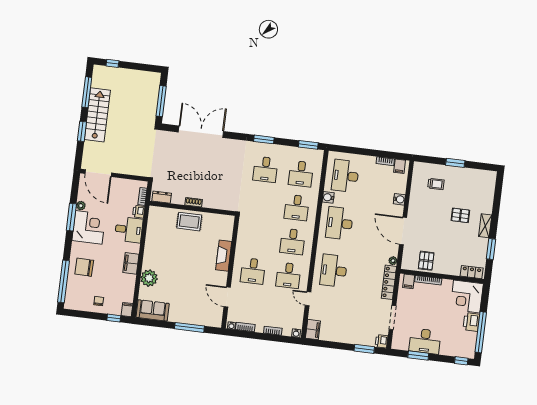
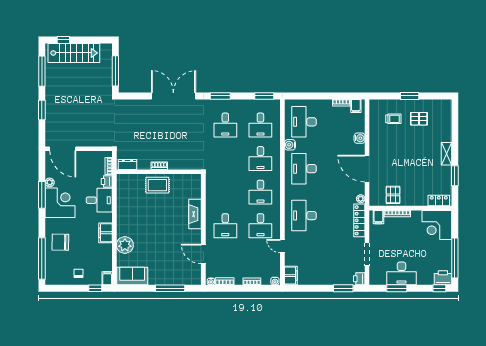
stairs: (97, 115) -> (74, 53), moved, turned 90
double door: (201, 132) -> (173, 96), moved
pallet: (460, 215) -> (419, 119), moved
printer: (471, 322) -> (443, 278), moved, turned 90

